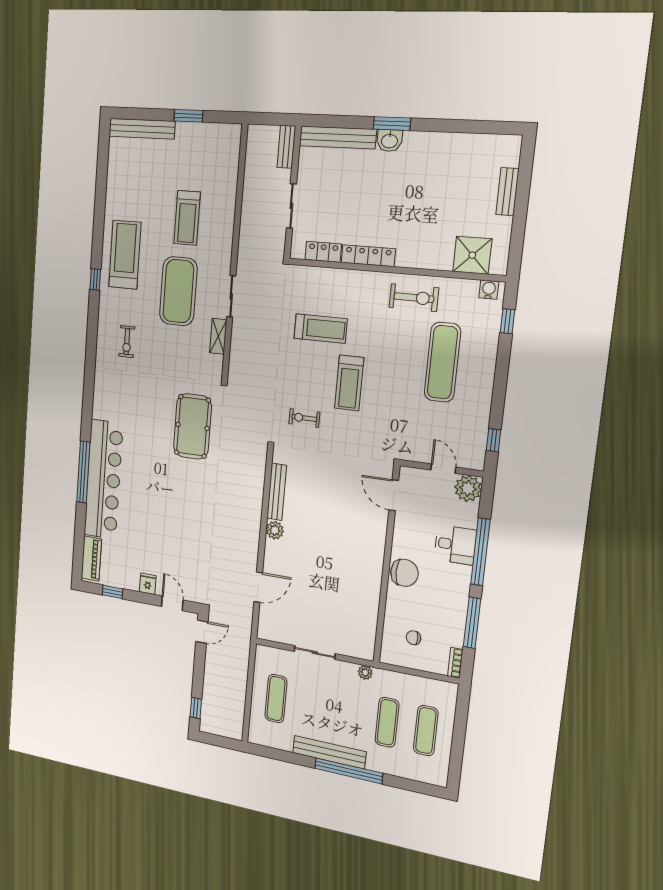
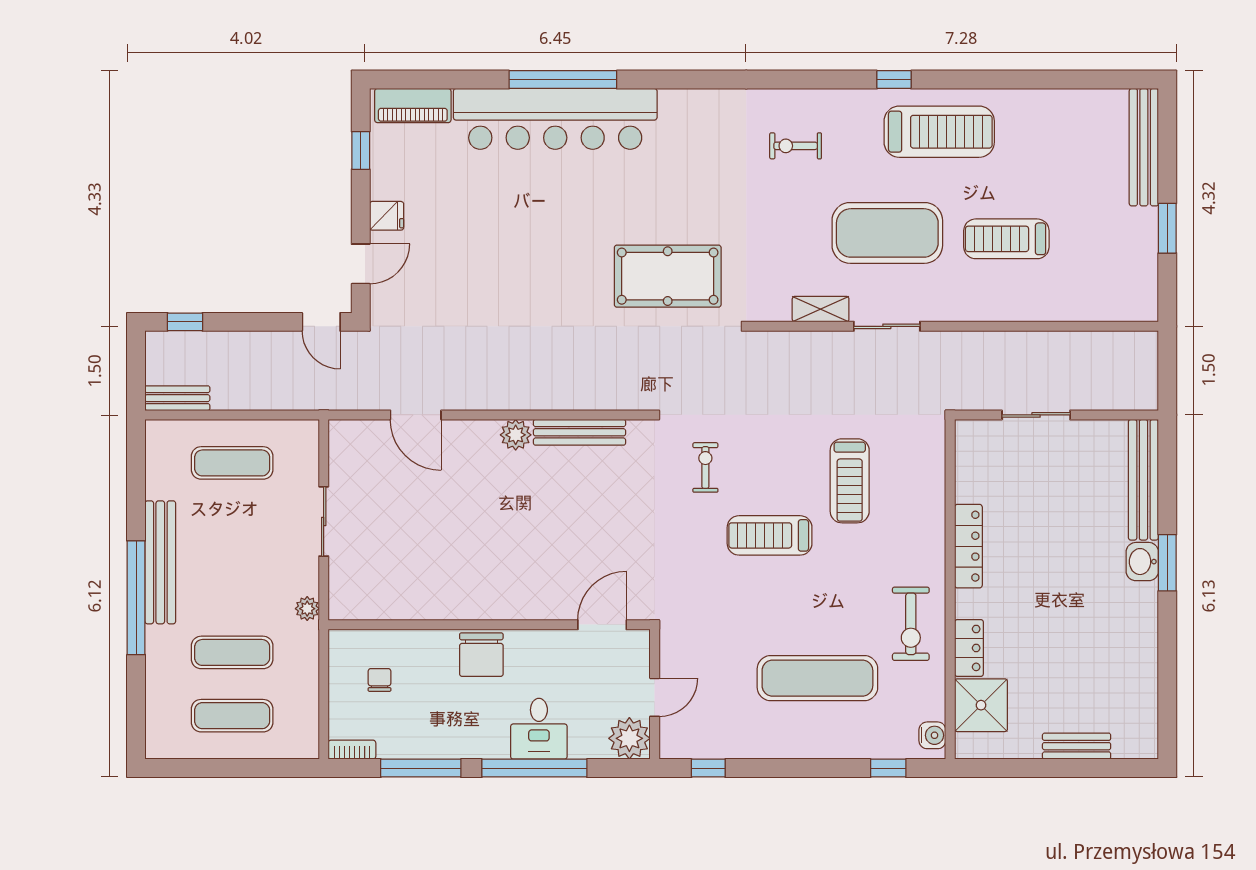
bench: (286, 147) -> (177, 398), moved
locker: (323, 252) -> (969, 648), moved

